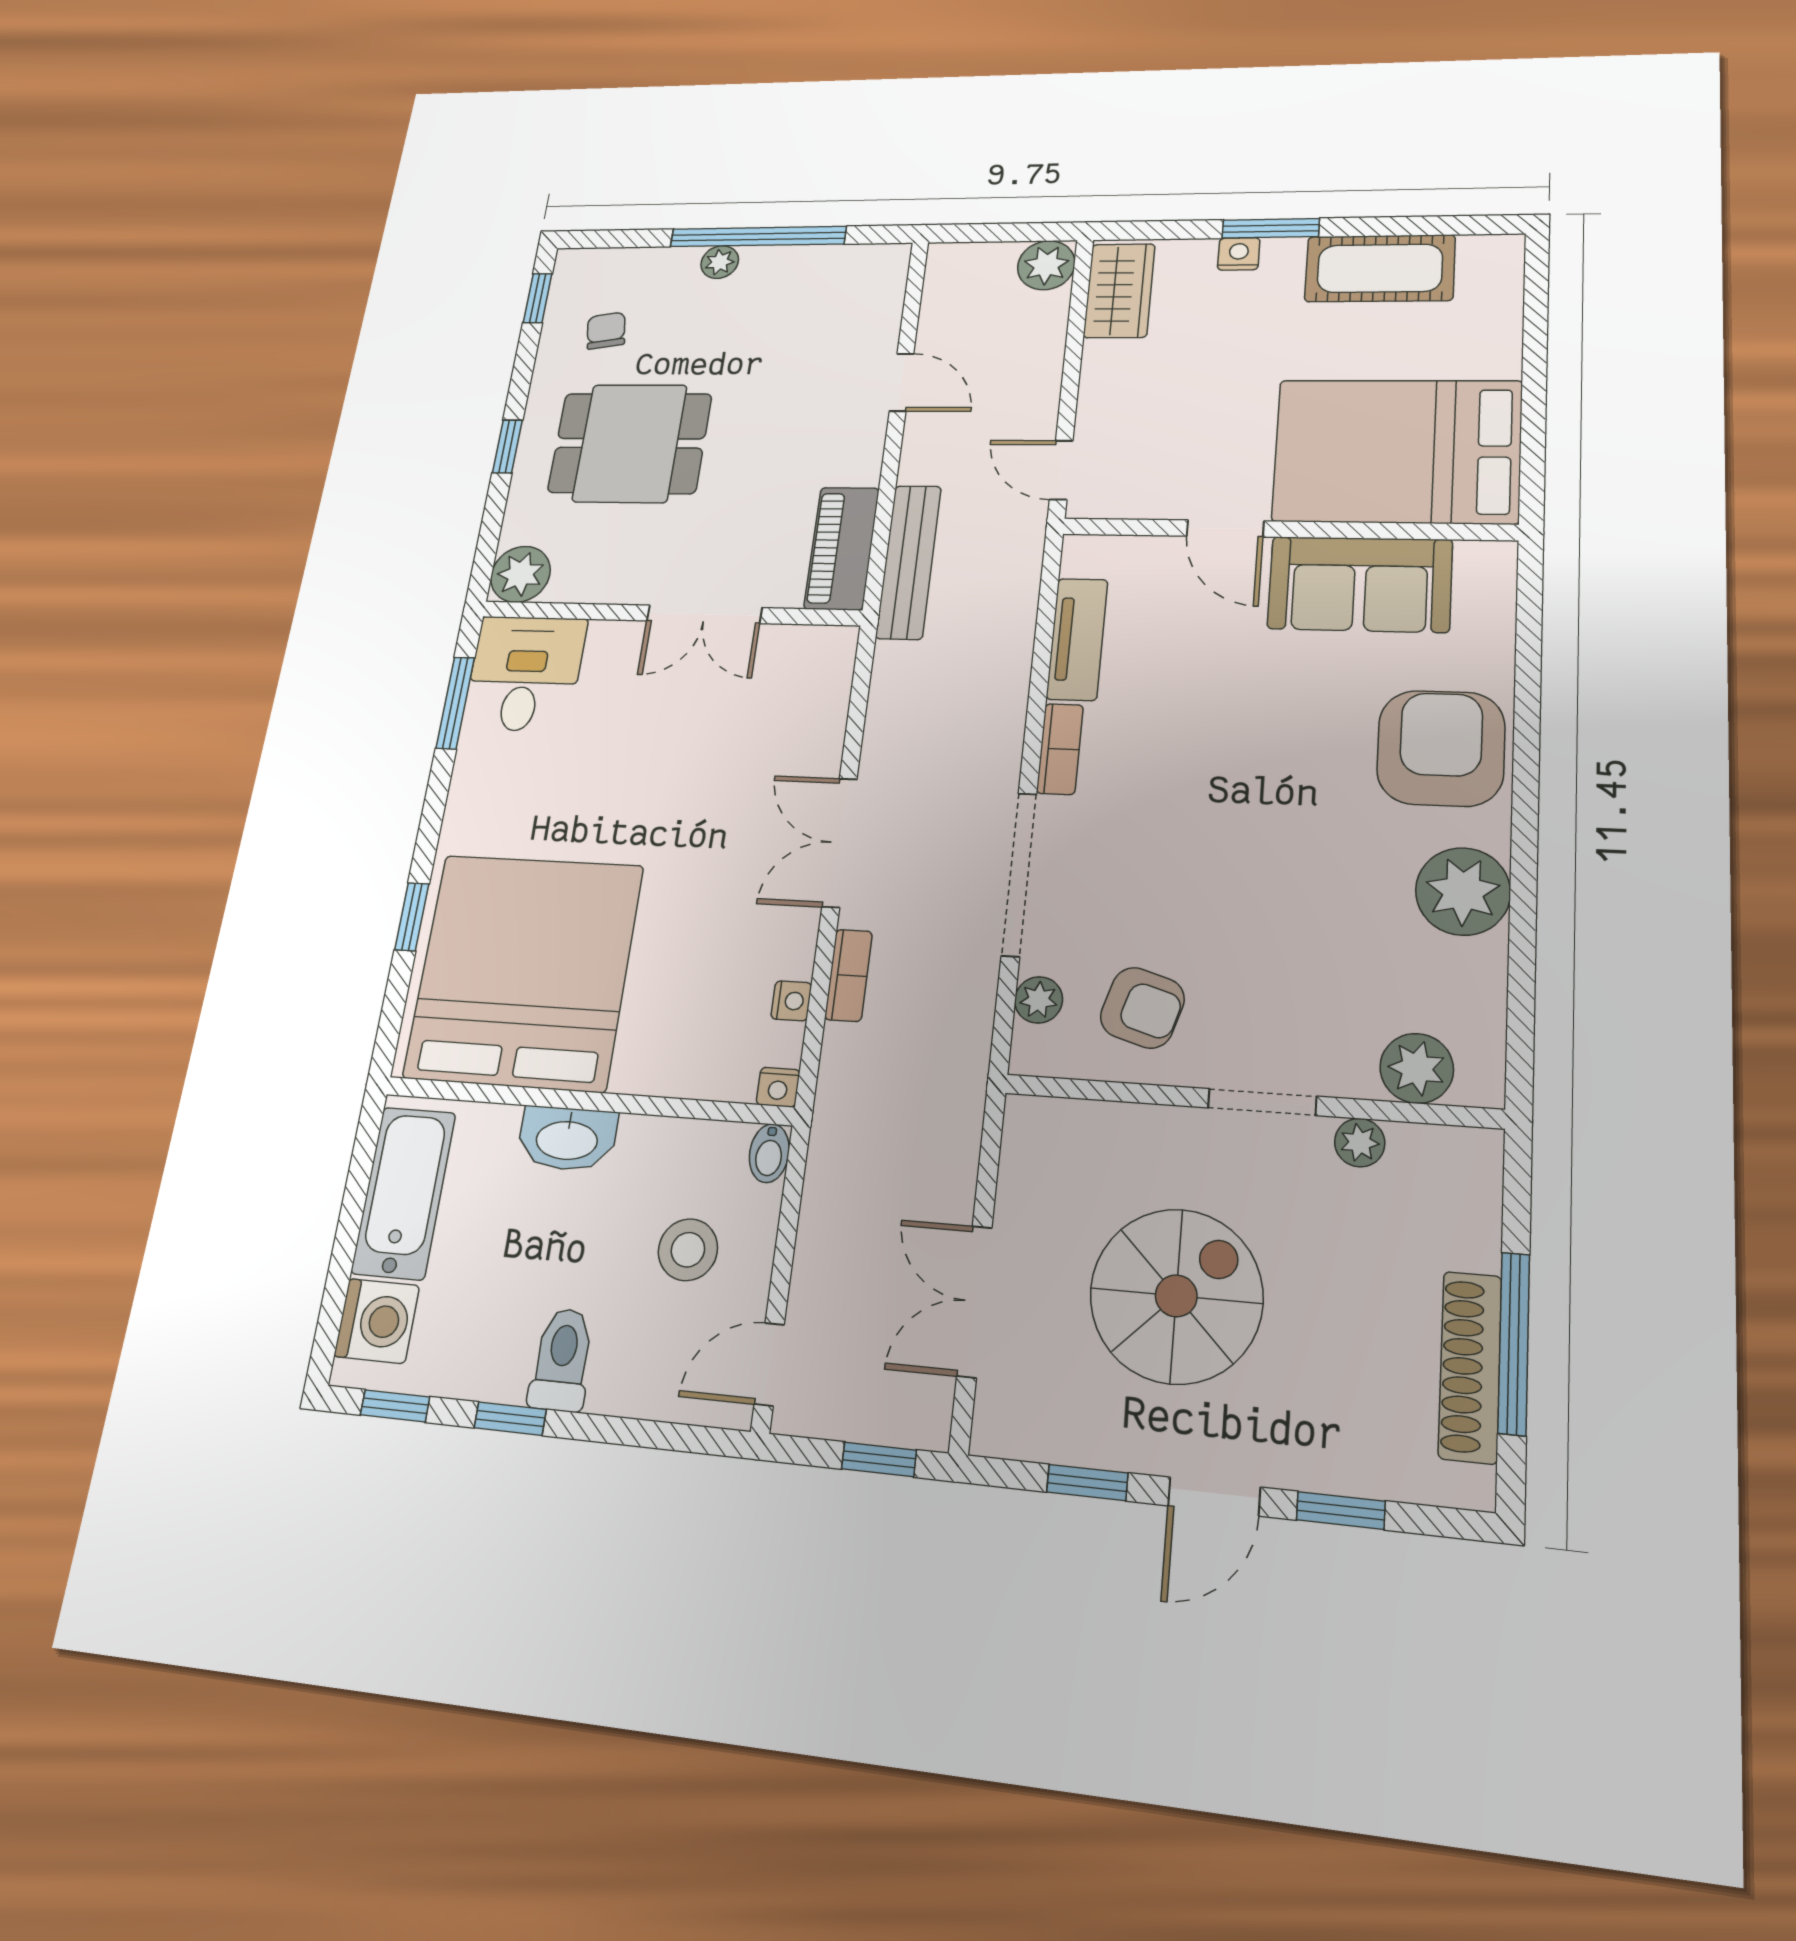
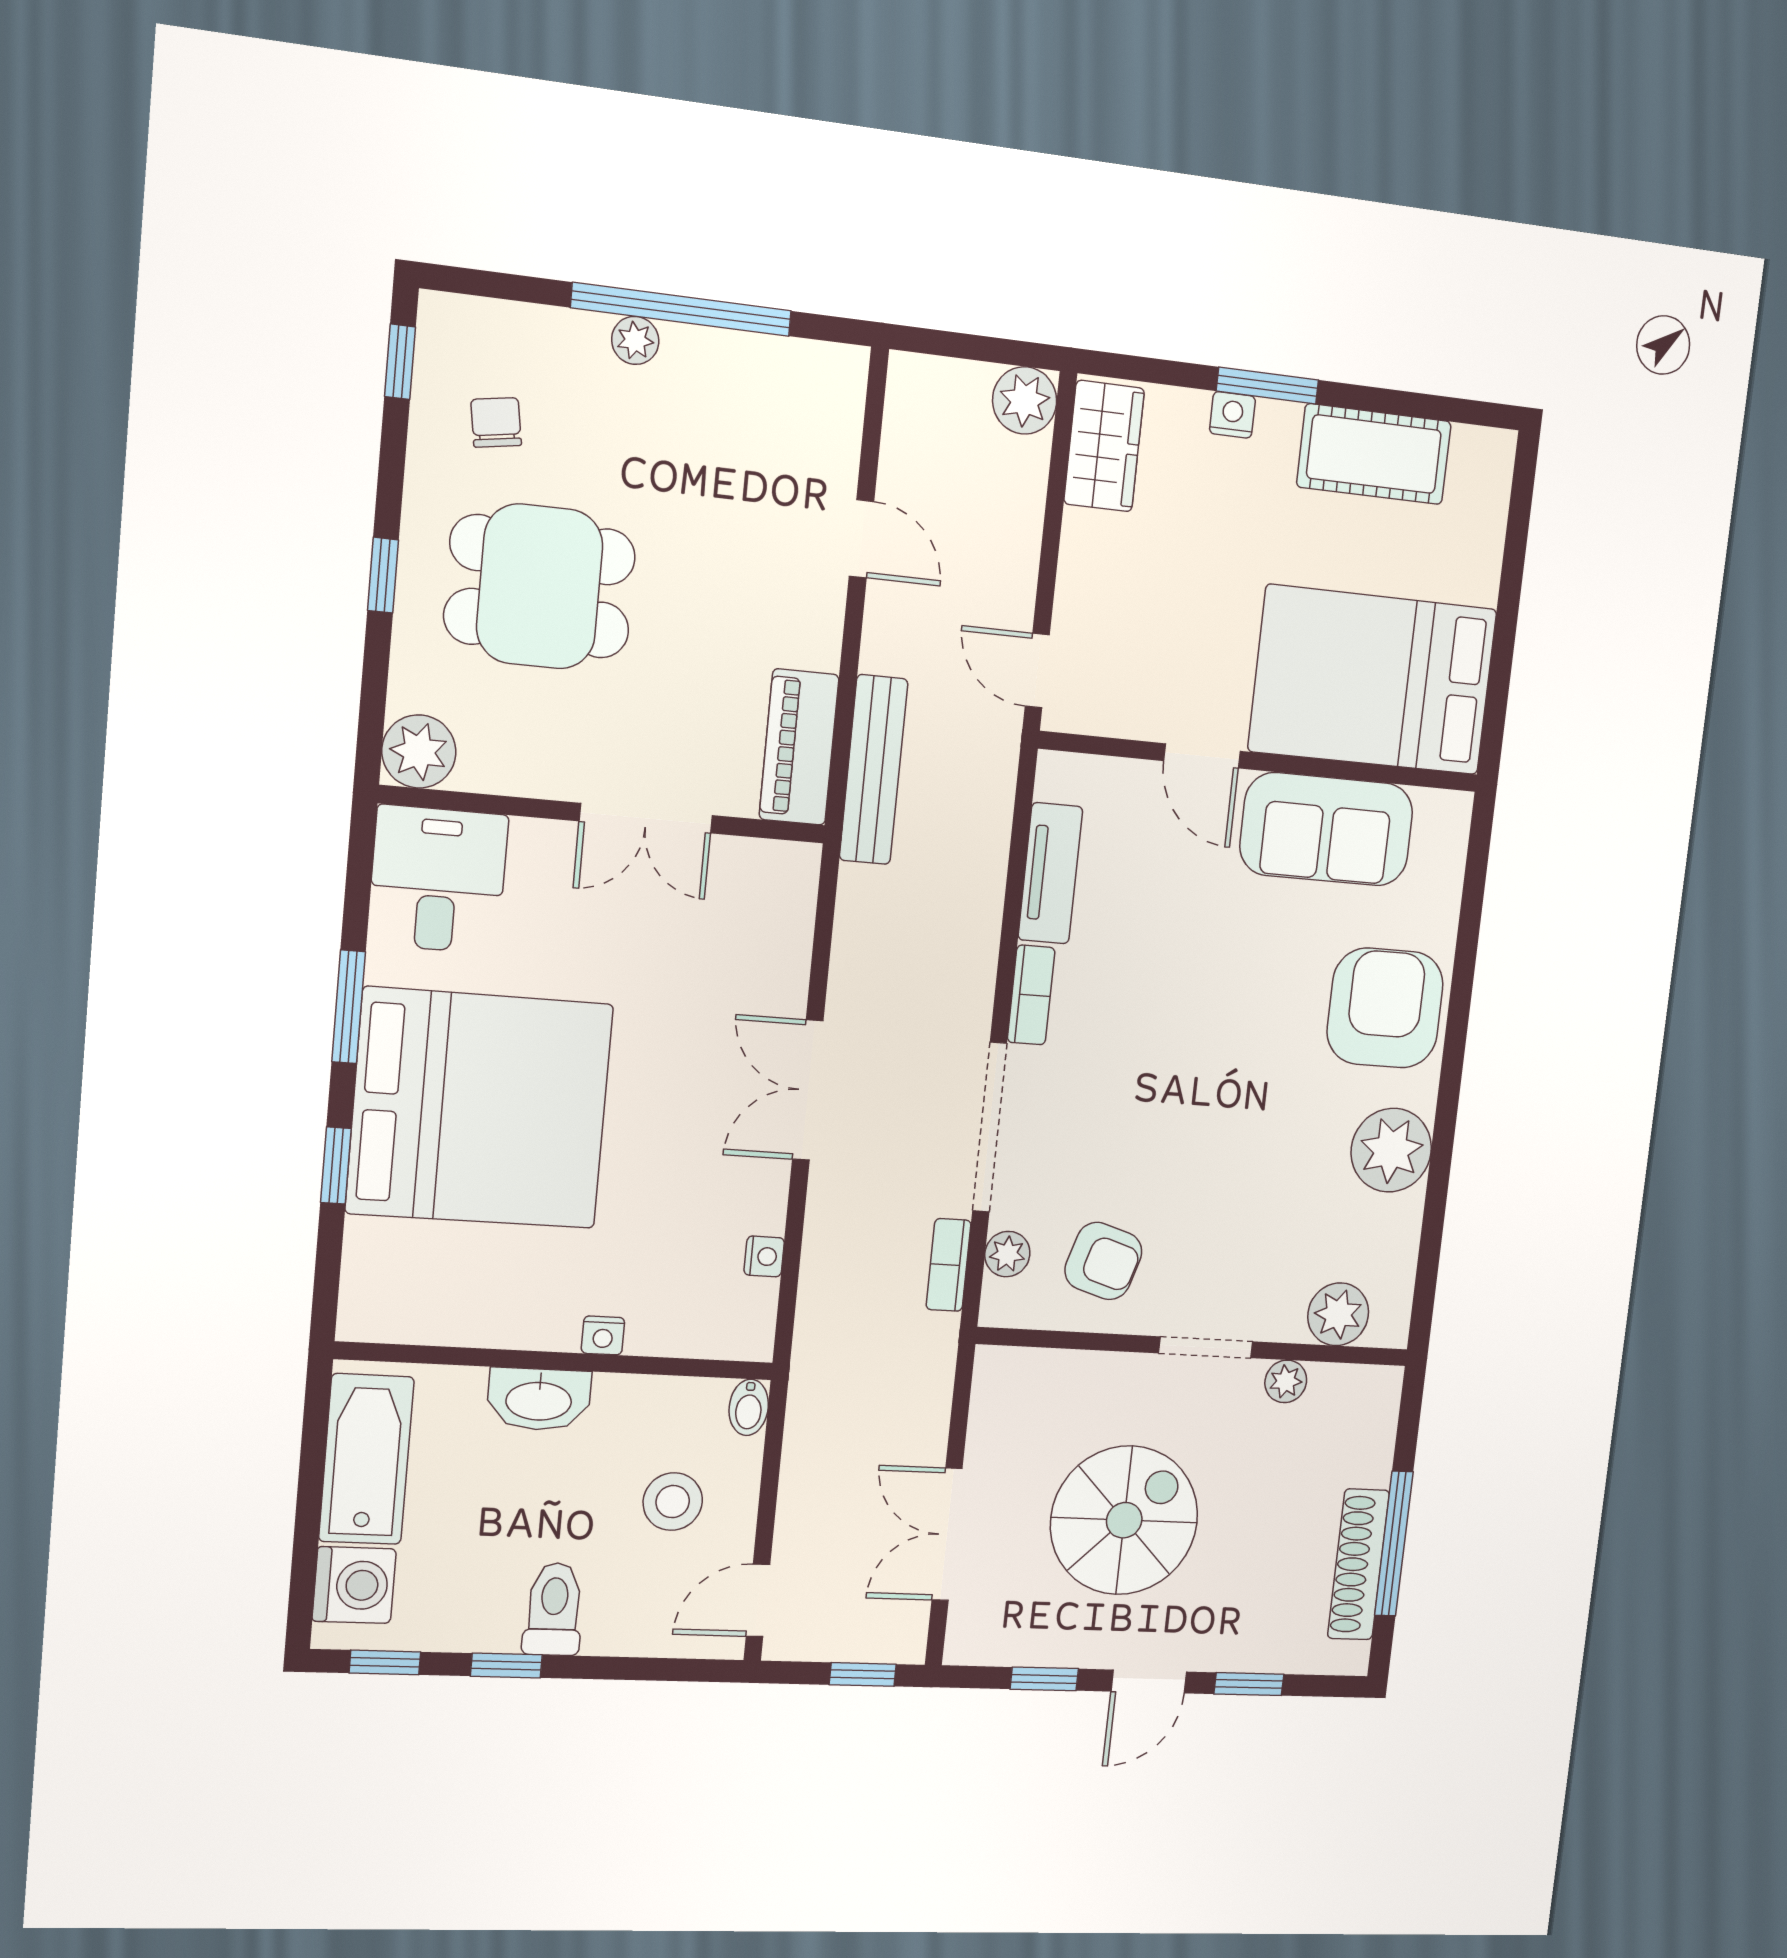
window: (455, 703) -> (349, 1007), moved
bed: (524, 971) -> (480, 1109), moved, turned 90
bookcase: (849, 975) -> (949, 1265), moved, turned 180
nightstand: (778, 1087) -> (603, 1335), moved

